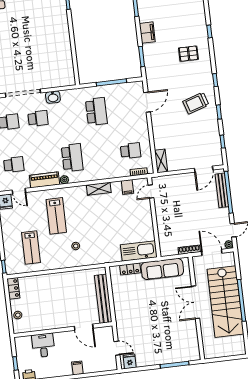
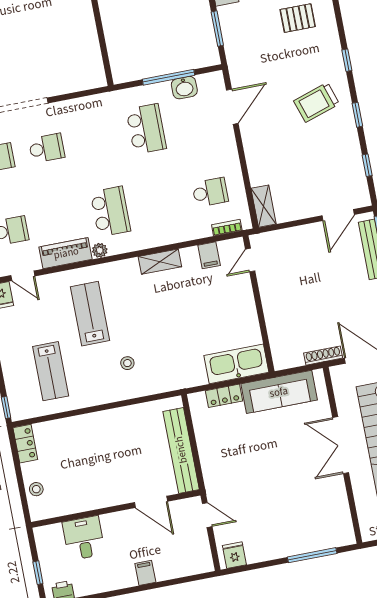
washbasin: (53, 97) -> (184, 88), moved
lab bench: (56, 216) -> (90, 314), turned 180
door: (117, 348) -> (207, 515), moved

